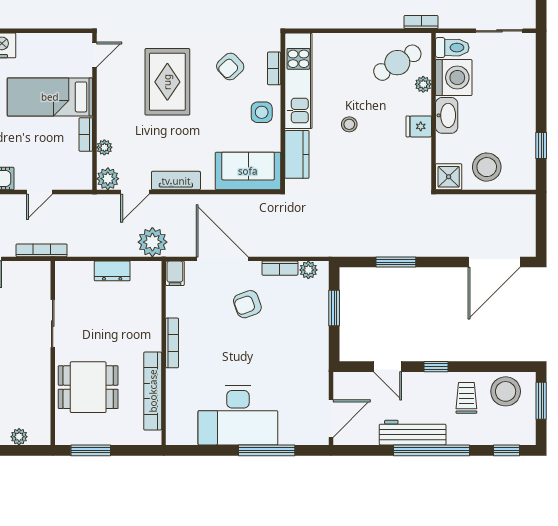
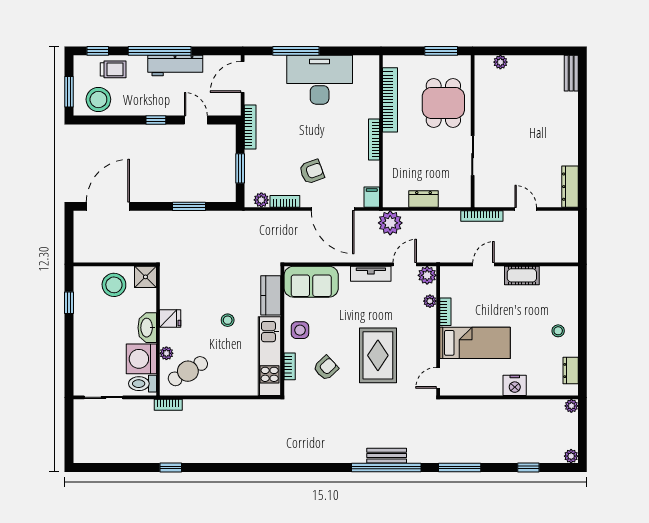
bookcase: (322, 358) -> (250, 127), added
dining table: (88, 387) -> (443, 103), turned 90
trolley: (466, 398) -> (113, 69), moved, turned -90

